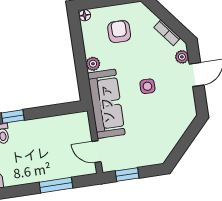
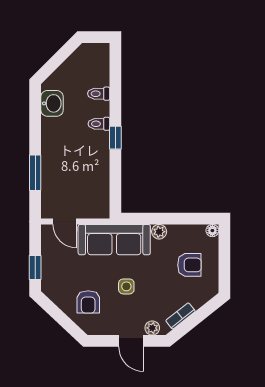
armchair: (167, 119) -> (88, 302), added
door: (96, 152) -> (65, 221), swing flipped
window: (127, 174) -> (35, 268), moved

